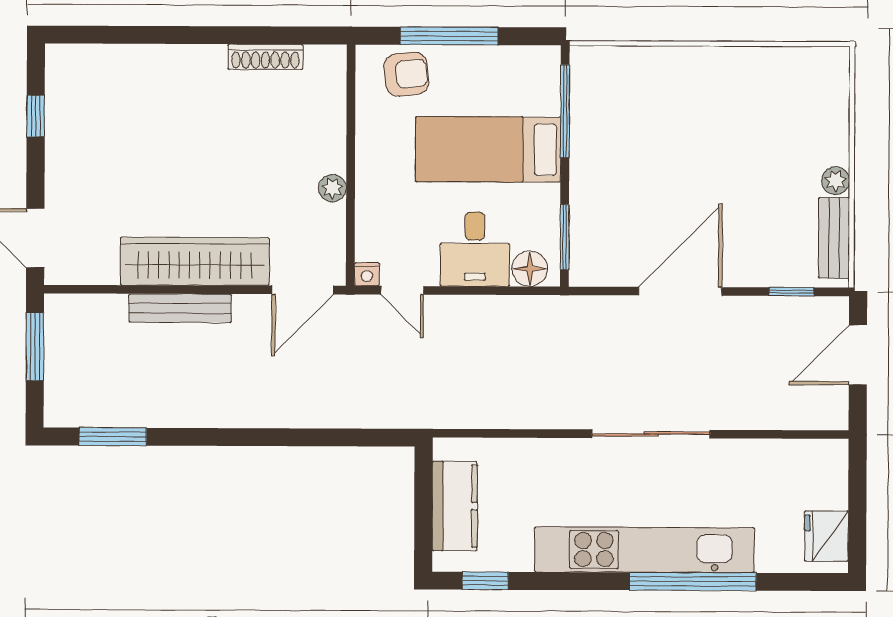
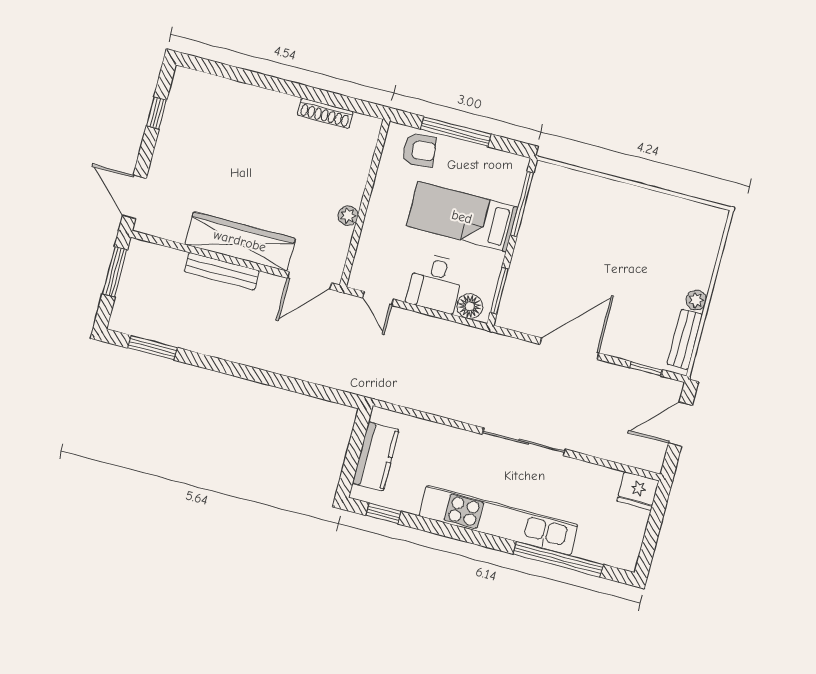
nightstand: (367, 274) -> (356, 281), removed
fridge: (827, 536) -> (638, 491), moved, turned -90
window: (693, 581) -> (558, 559), moved

